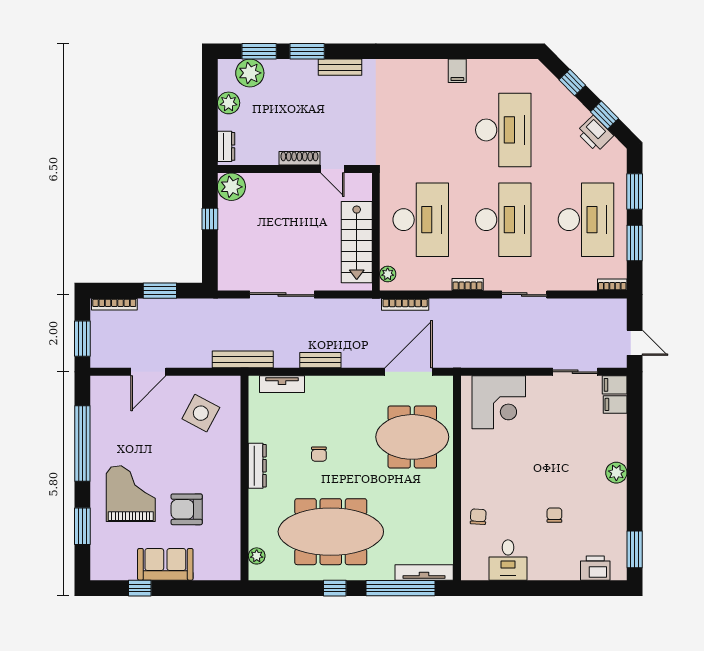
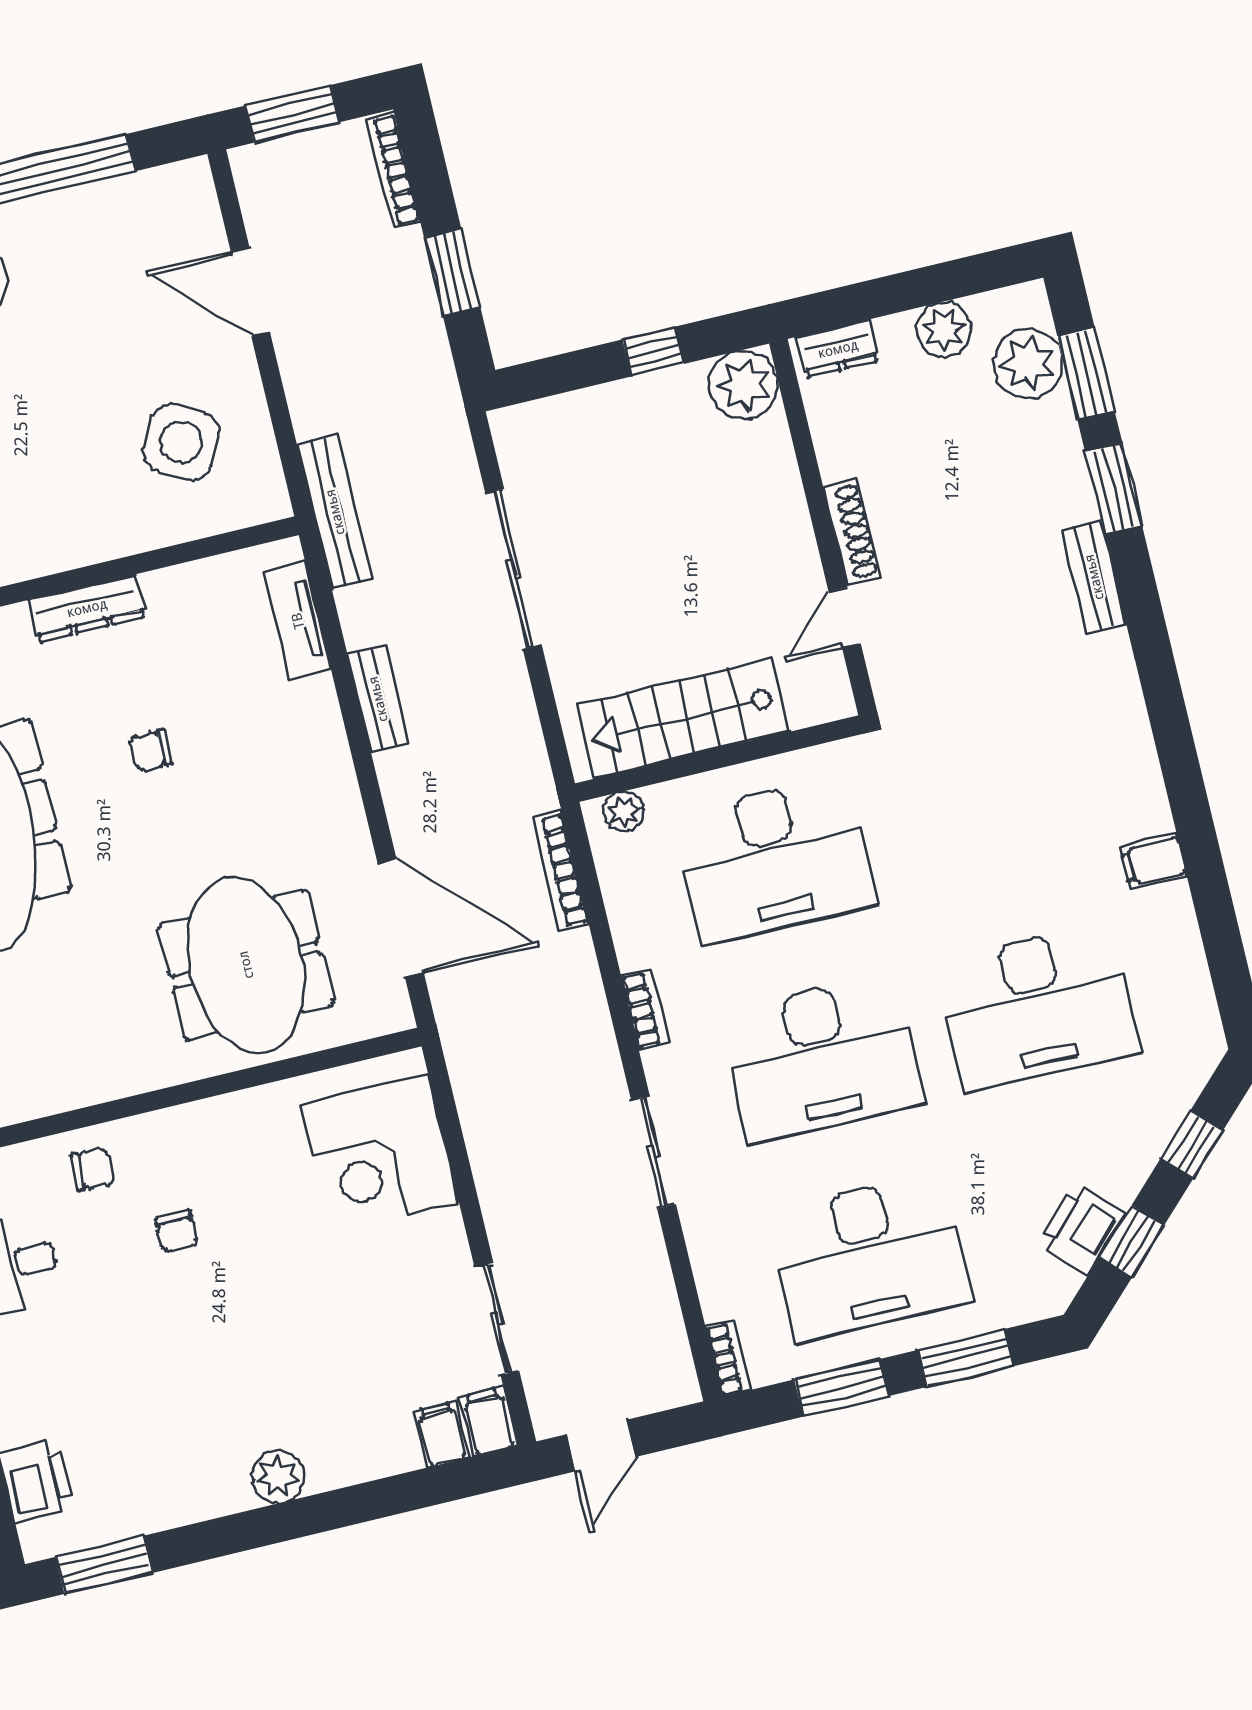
chair: (554, 515) -> (176, 1231), moved, turned 90

